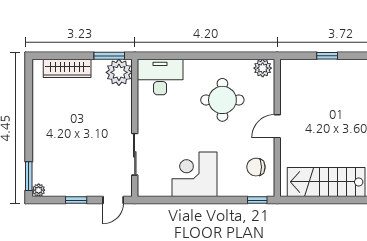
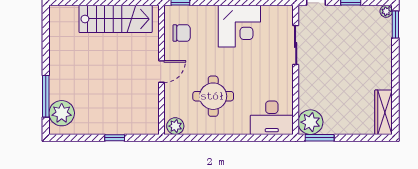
wardrobe: (67, 68) -> (384, 112), moved, turned -90

